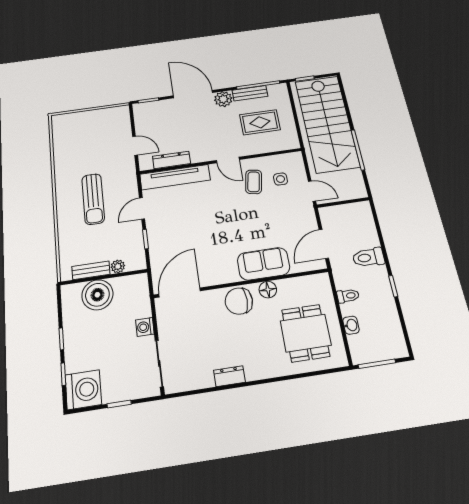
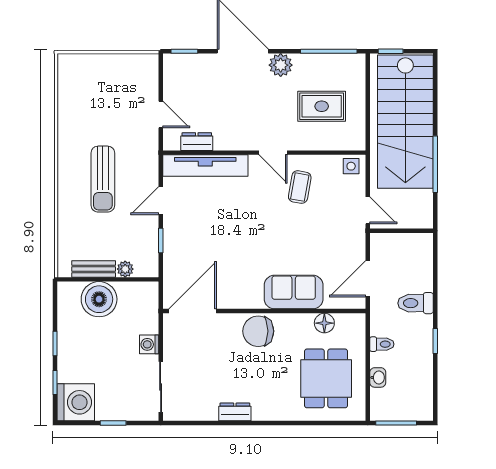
bench: (250, 93) -> (316, 62), removed
dresser: (172, 160) -> (197, 142), width x0.70
side table: (280, 179) -> (351, 166), moved
floor lamp: (268, 290) -> (324, 323), moved

